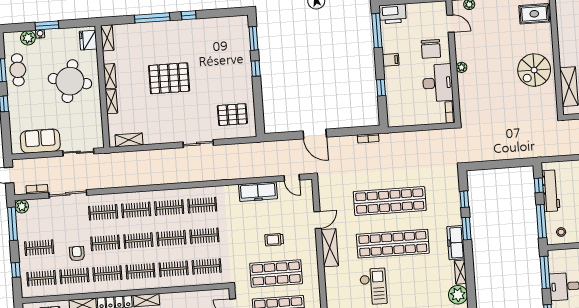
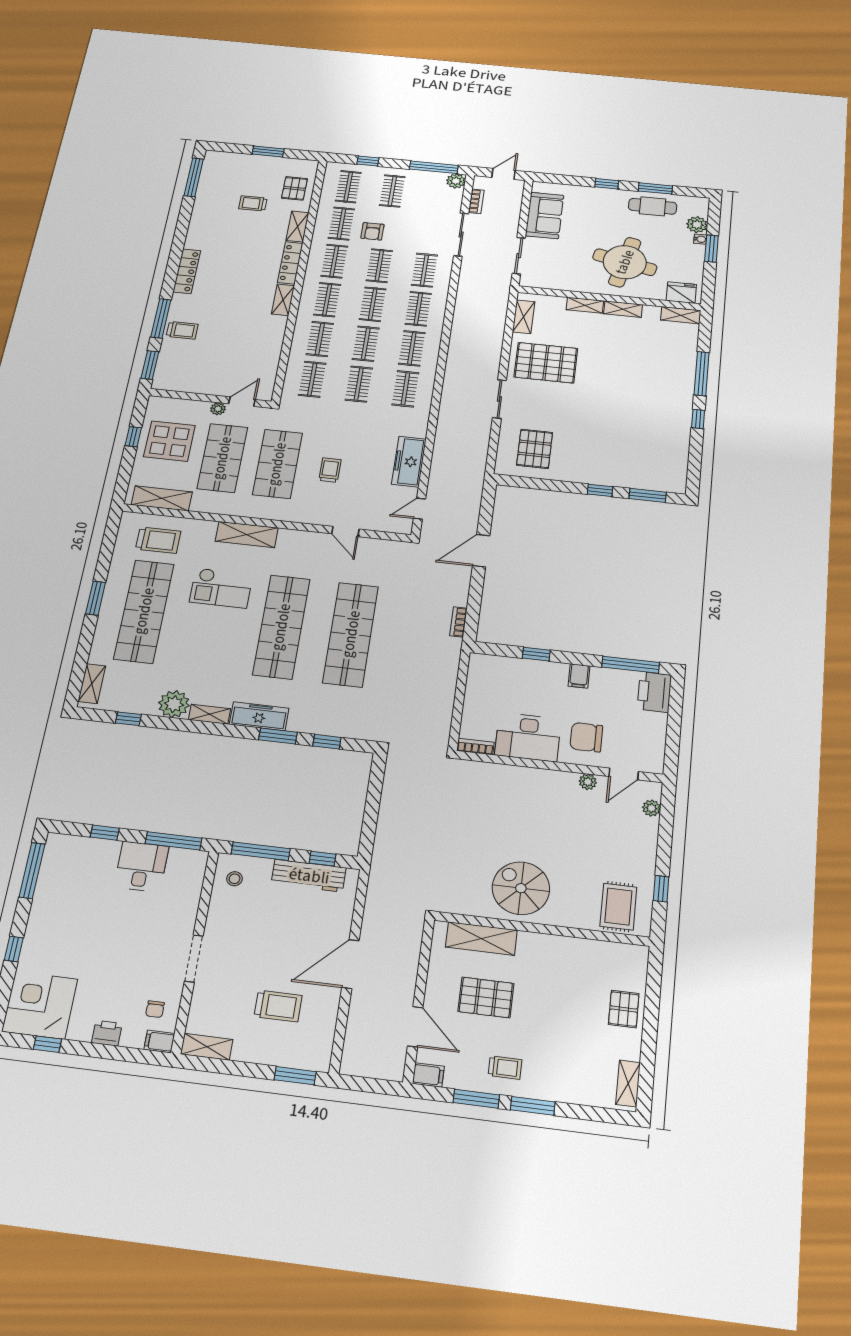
plant: (461, 67) -> (588, 782), moved
pallet: (169, 78) -> (546, 363), moved, turned 90
shelving: (330, 248) -> (247, 534), moved
armchair: (77, 254) -> (372, 231), turned 90

